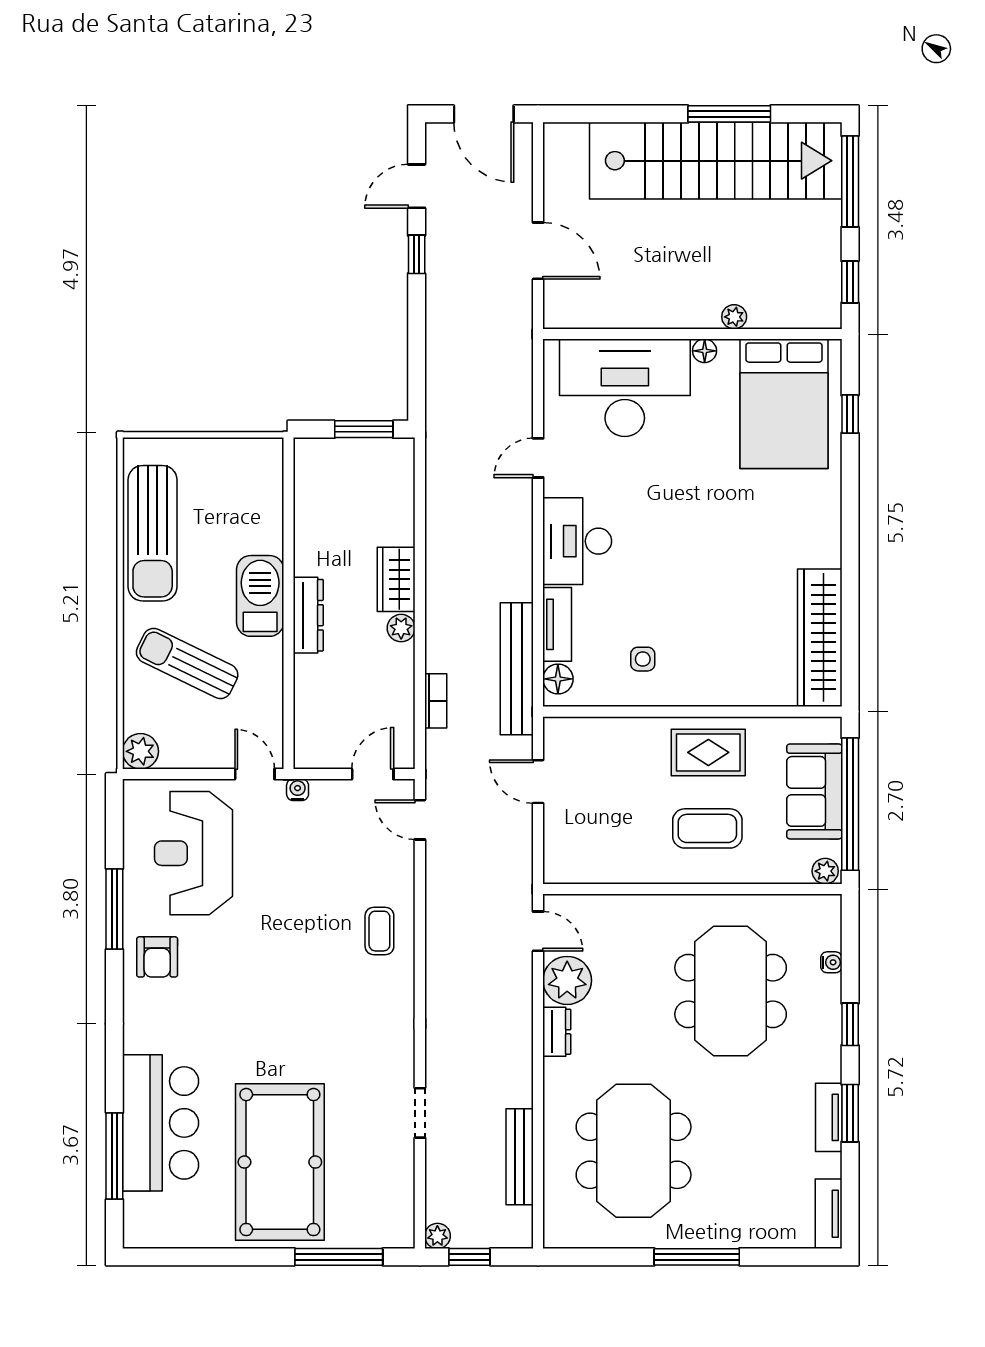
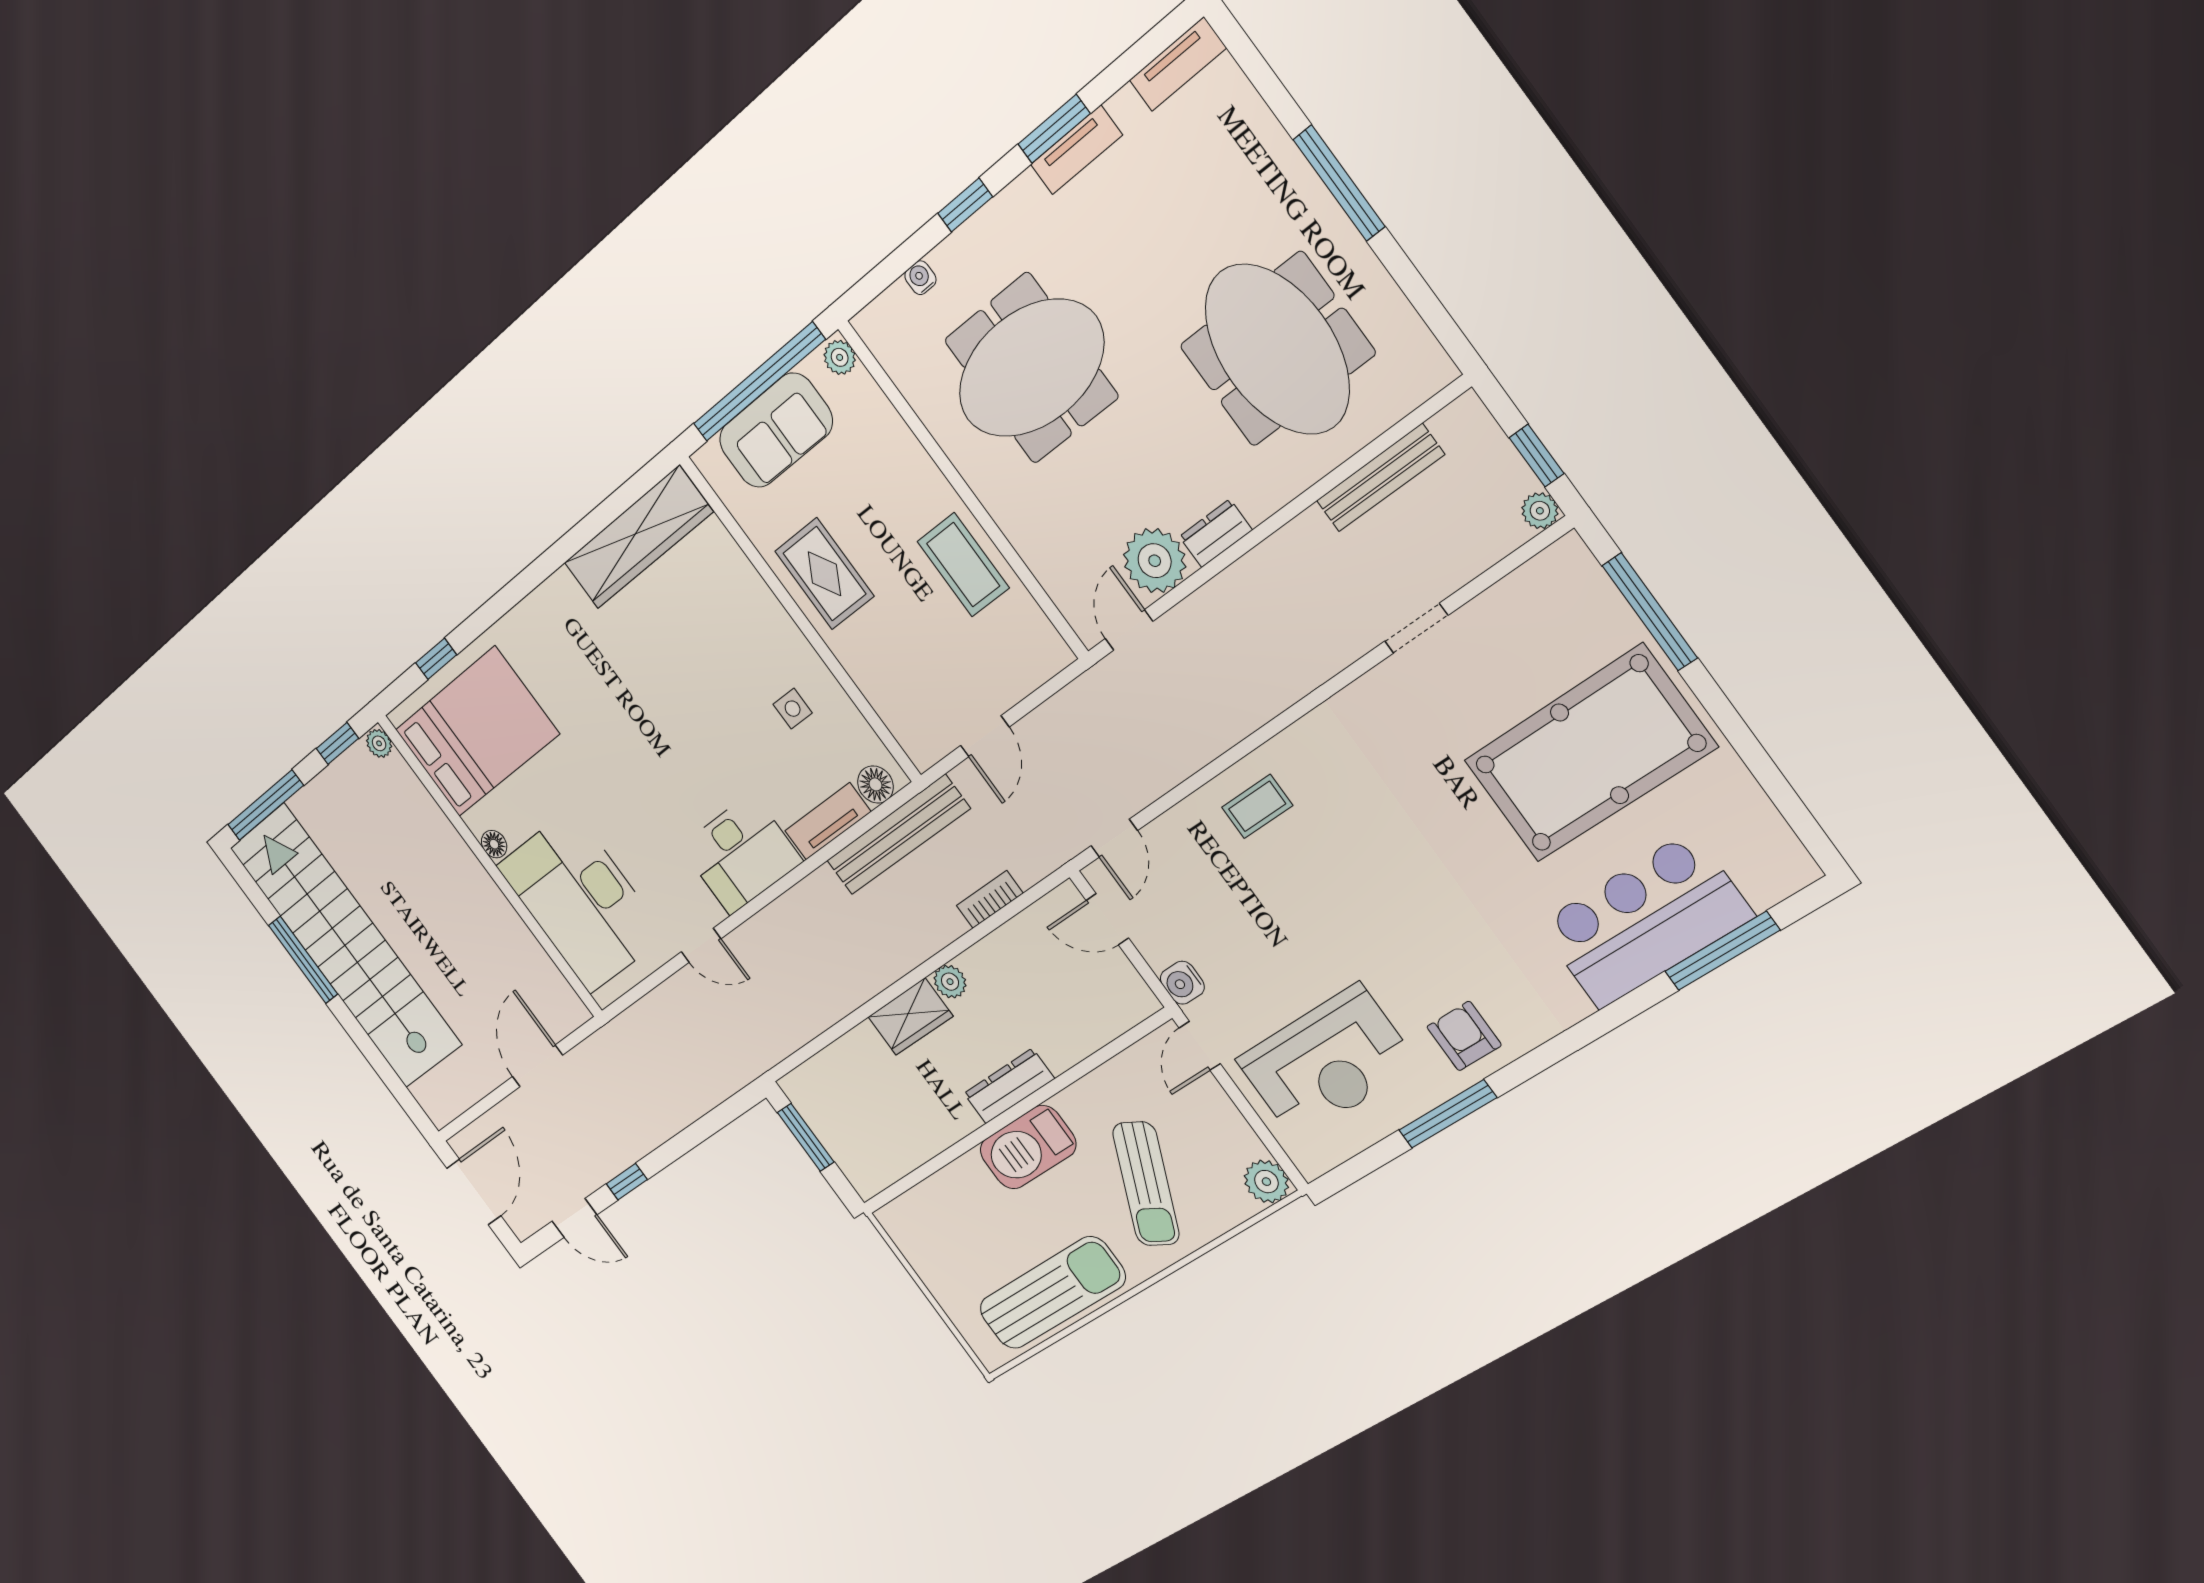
plant: (734, 317) -> (379, 743), moved
water cooler: (298, 790) -> (1182, 983), width x1.38, depth x1.38
coffee table: (707, 828) -> (963, 565), moved
armchair: (157, 957) -> (1464, 1036), turned -90
meeting table: (634, 1151) -> (1277, 349), turned 90

